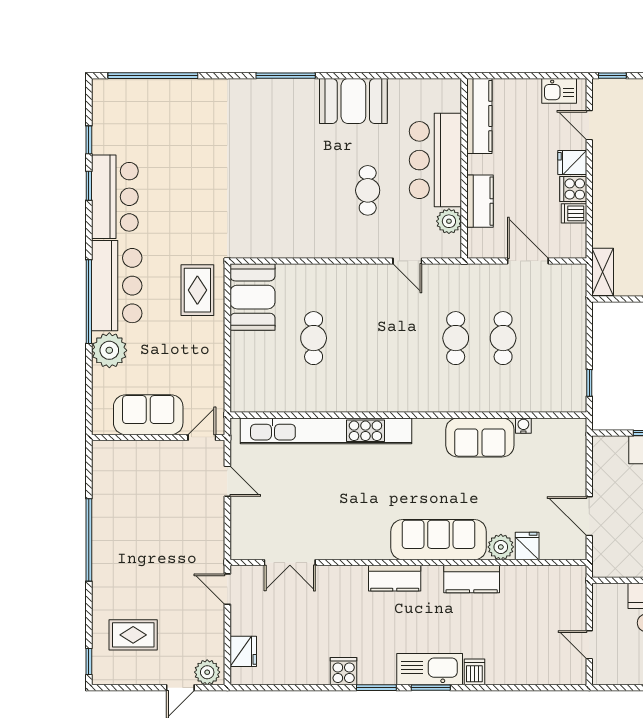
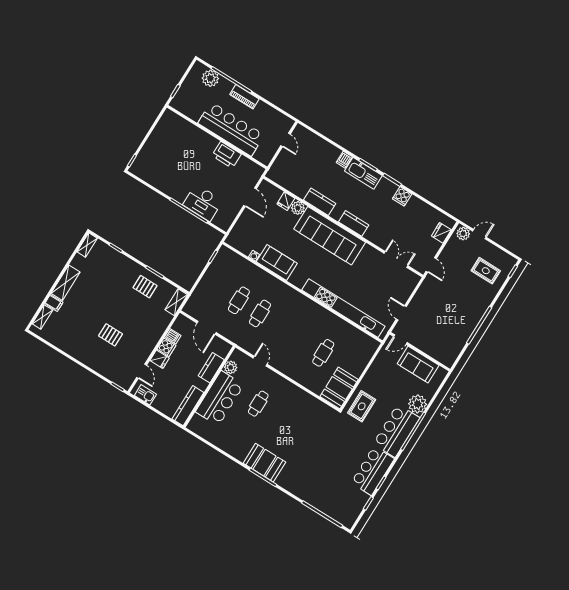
booth: (353, 101) -> (264, 463), moved
sofa: (438, 540) -> (330, 236), width x1.36, depth x1.27

